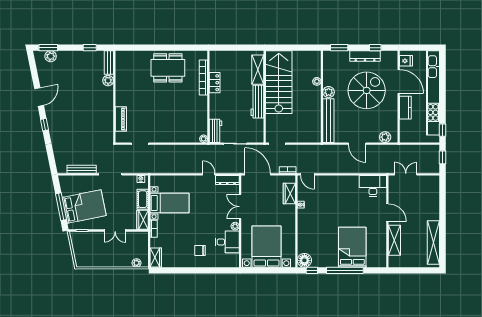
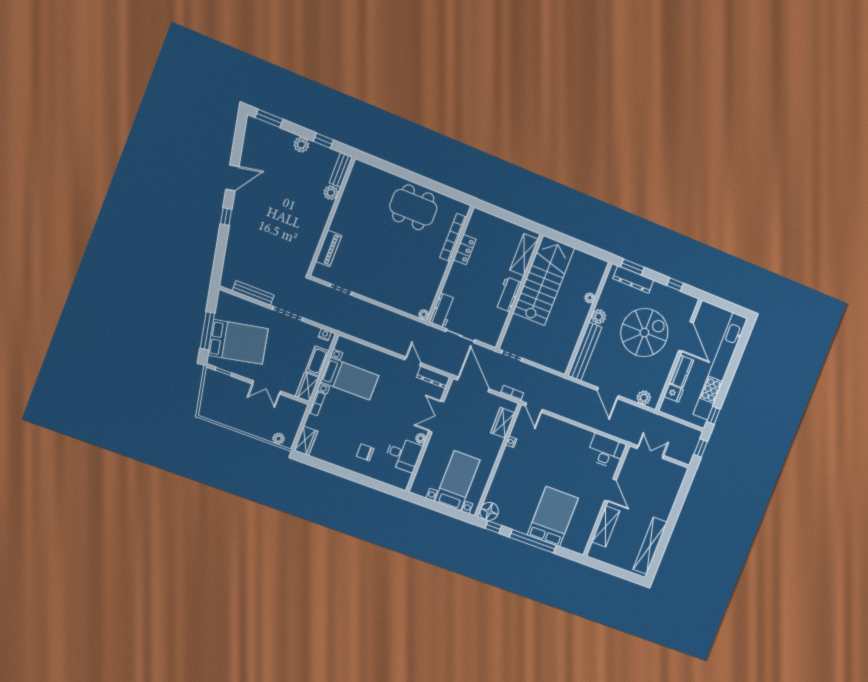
plant: (51, 56) -> (301, 145), moved
dresser: (365, 56) -> (633, 279), moved
fridge: (406, 61) -> (674, 393), moved
workbench: (257, 102) -> (508, 294), width x0.73
bed with nightstands: (267, 247) -> (457, 481), width x0.73

